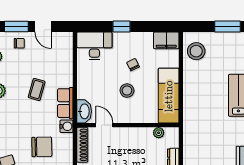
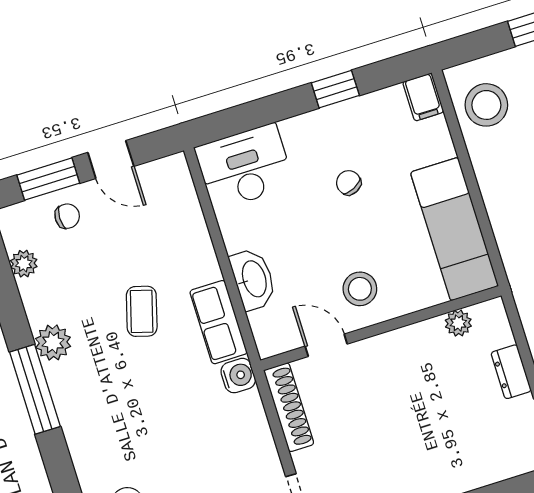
window: (122, 27) -> (335, 89), moved
filing cabinet: (166, 40) -> (423, 97), width x0.50
stool: (127, 91) -> (360, 289), moved
washbasin: (84, 111) -> (253, 279), moved
chair: (42, 147) -> (196, 442), removed

